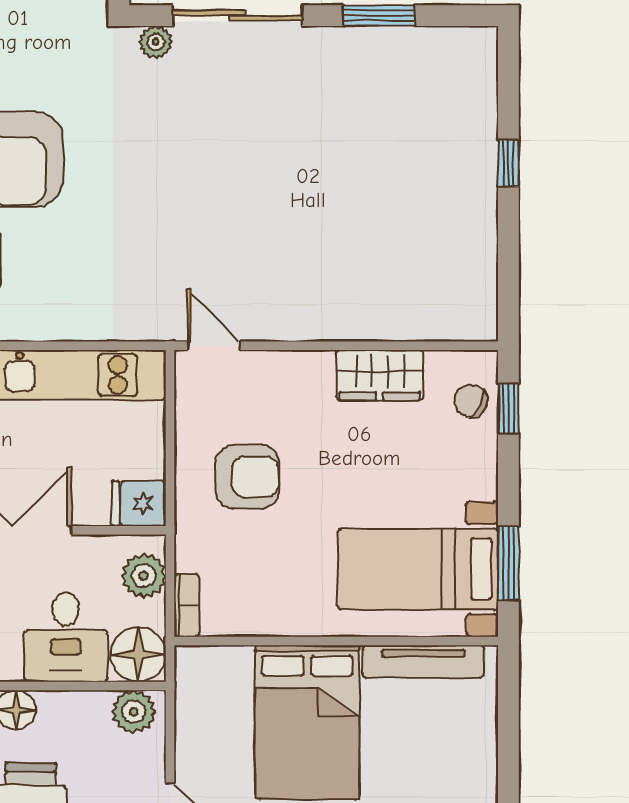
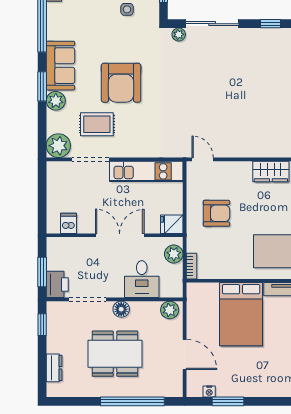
window: (379, 16) -> (271, 24), width x0.67
floor lamp: (138, 654) -> (172, 286), removed

